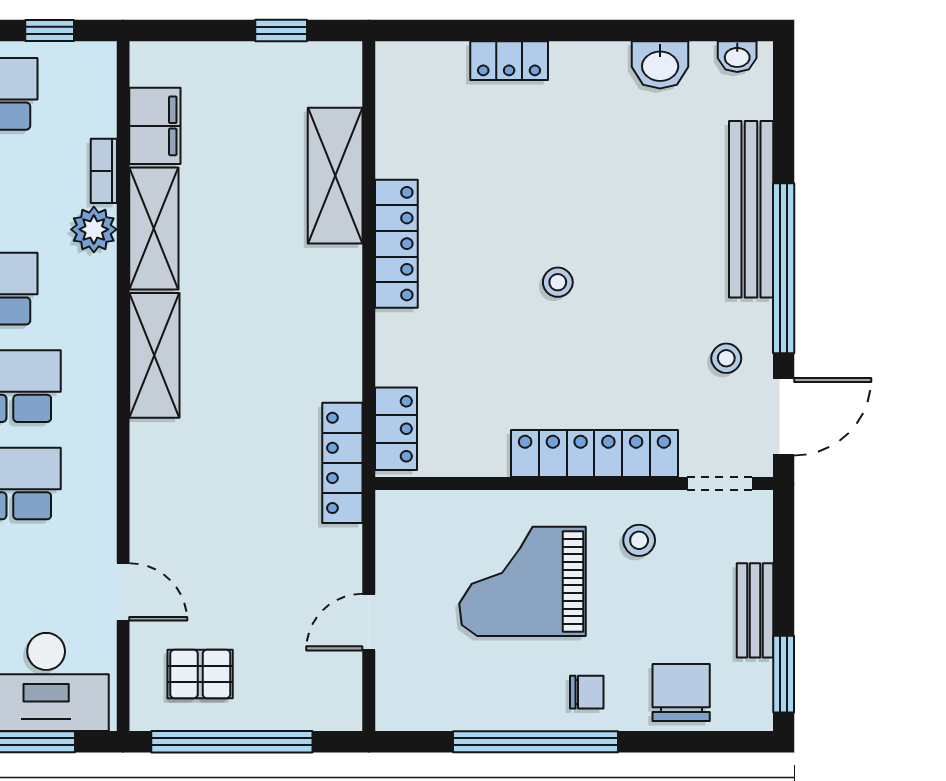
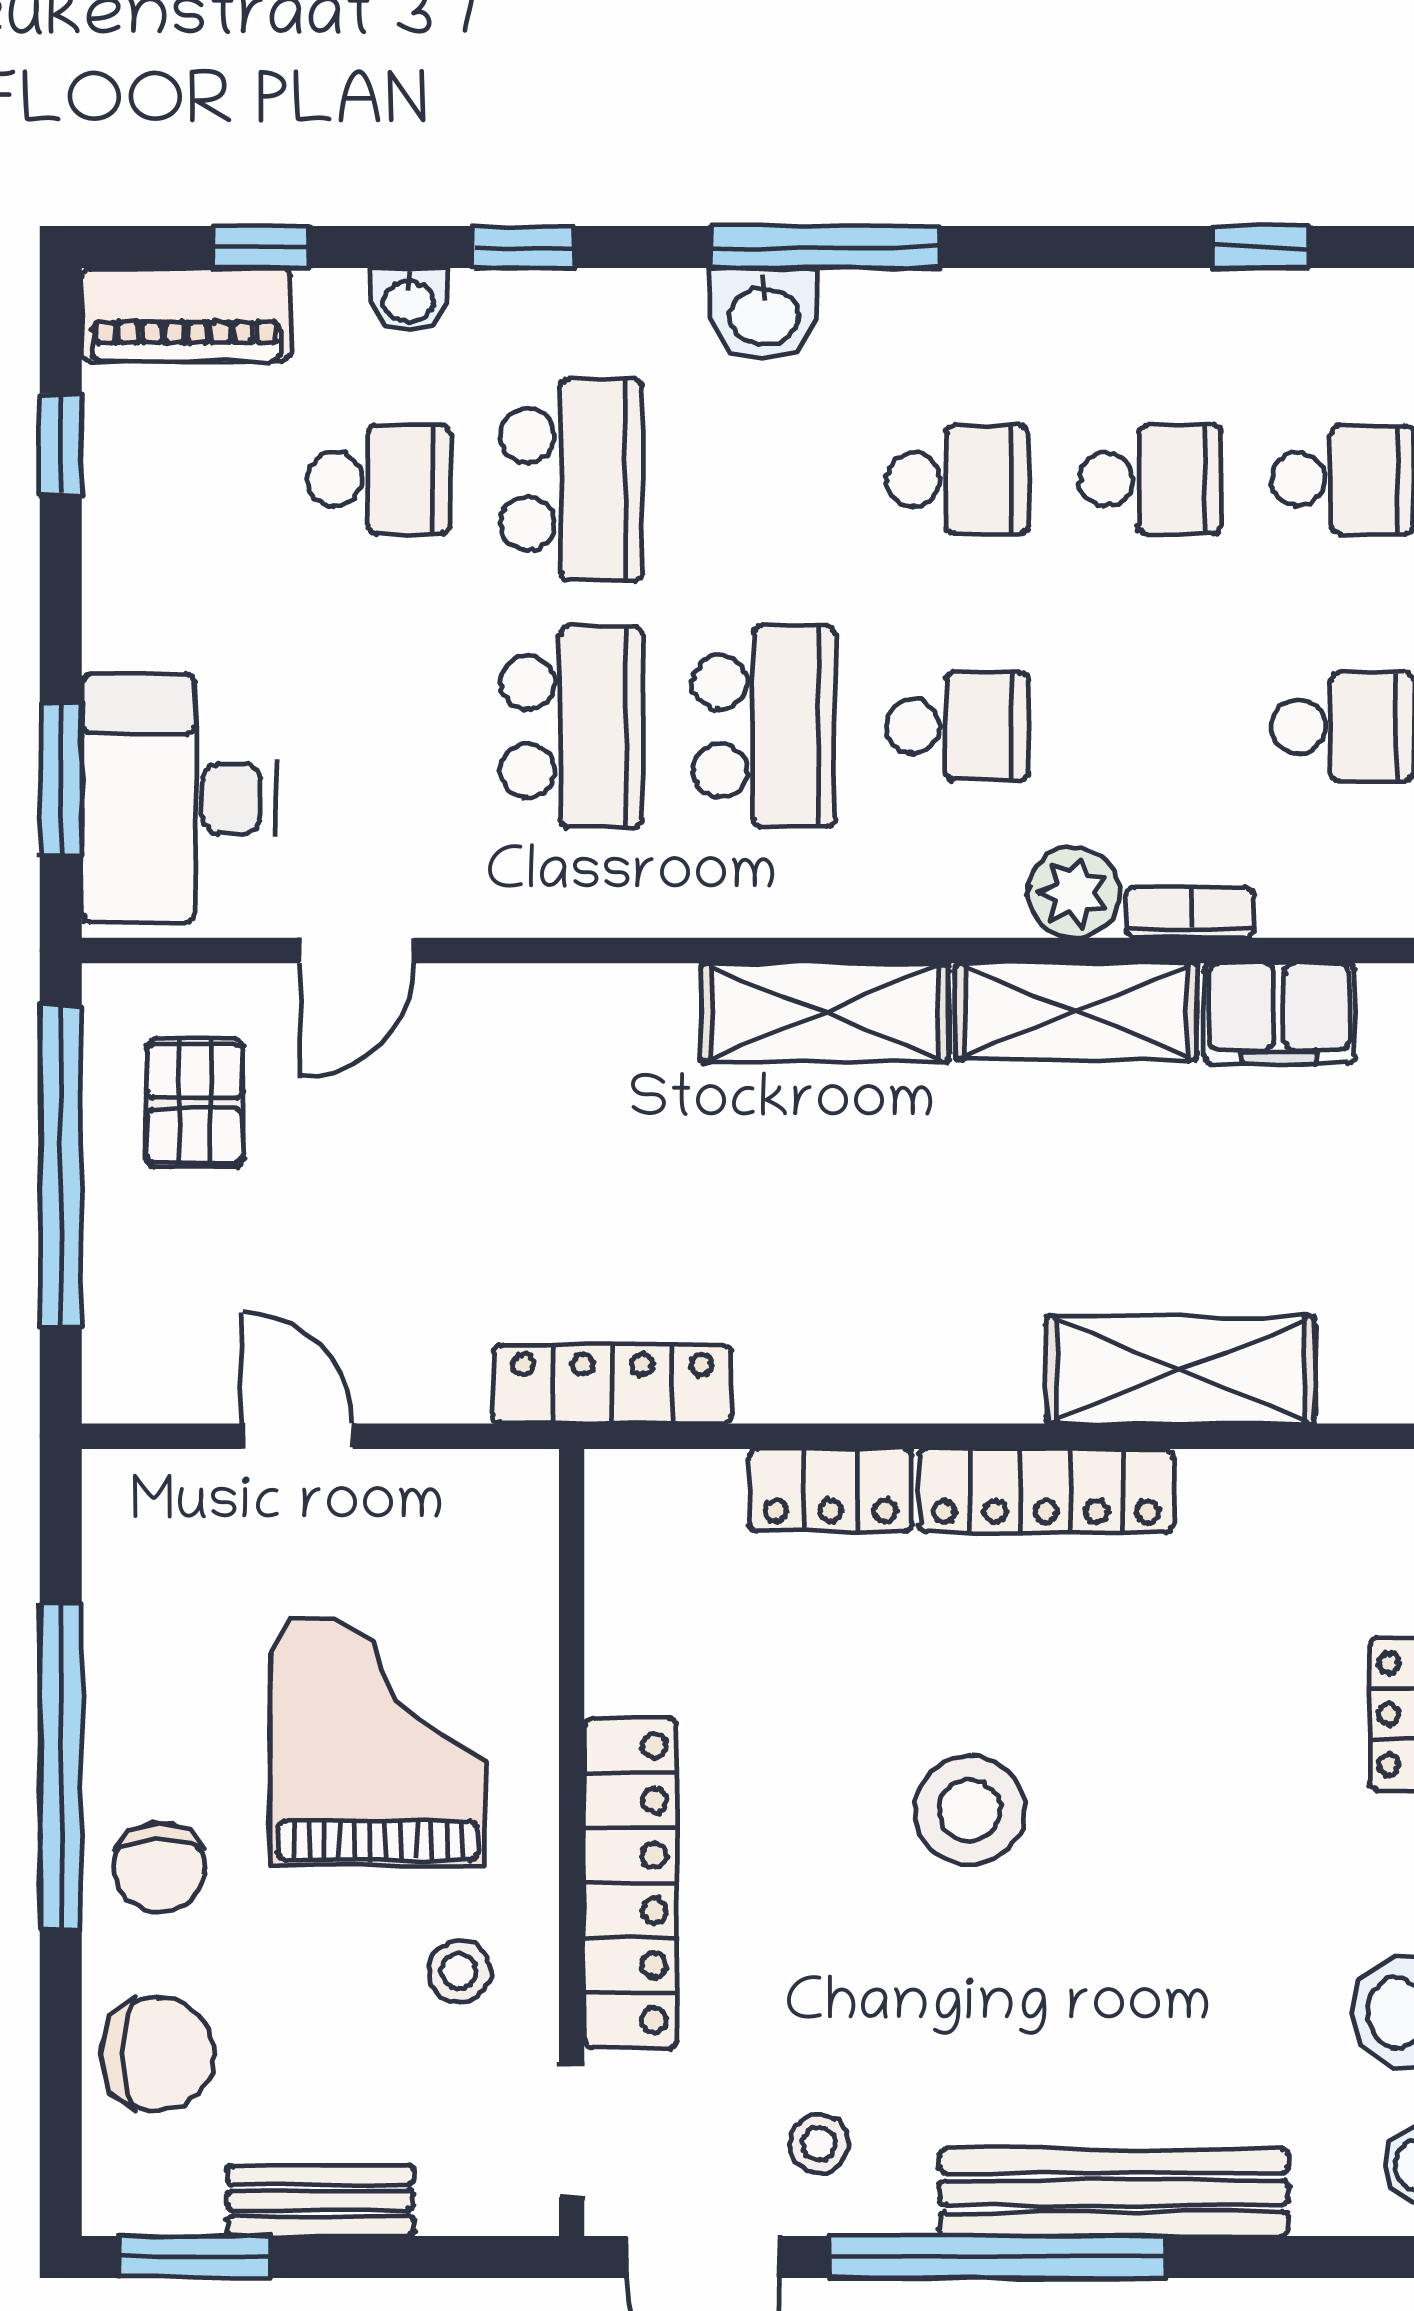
stool: (558, 282) -> (970, 1810), width x1.89, depth x1.89
locker: (396, 429) -> (831, 1490), moved
chair: (587, 692) -> (159, 1868), width x1.37, depth x1.37

